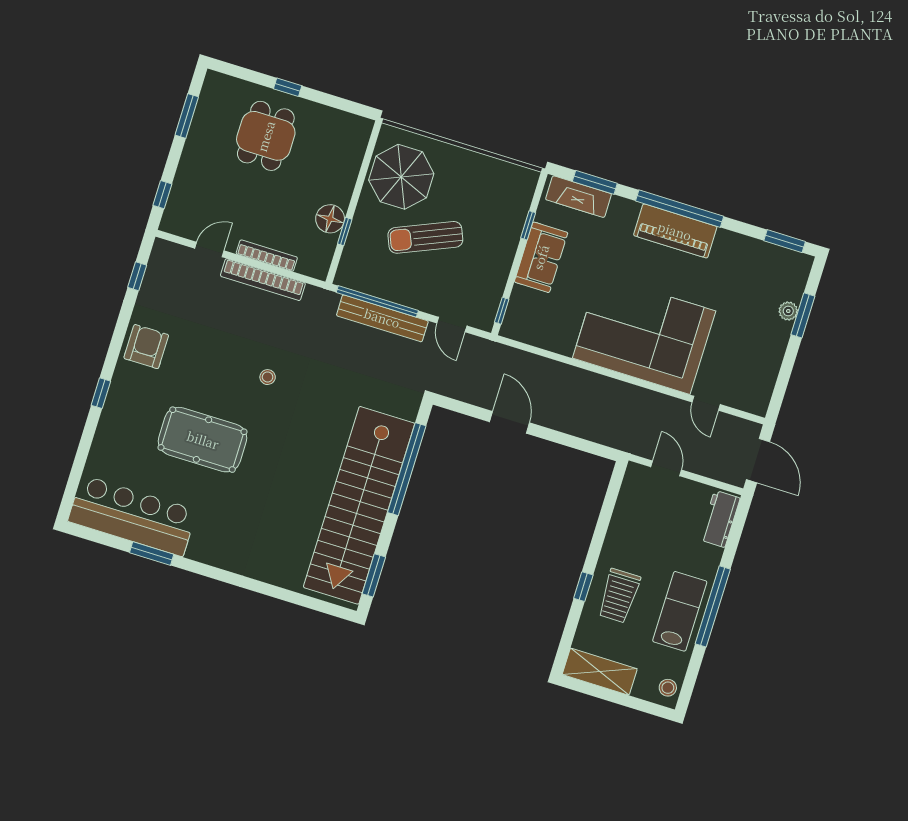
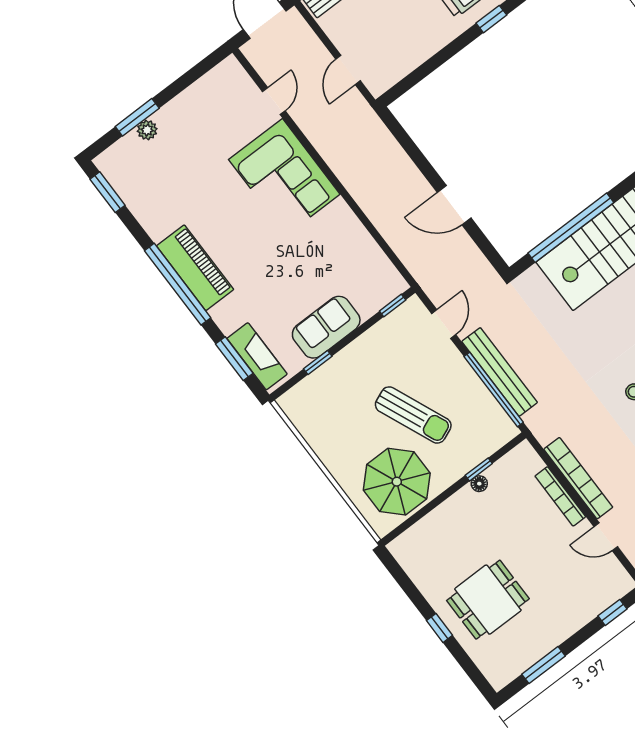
floor lamp: (330, 219) -> (479, 484), width x0.53, depth x0.53
corner sofa: (644, 335) -> (284, 177), width x0.73, depth x0.74
door: (510, 422) -> (454, 205), hinge flipped

